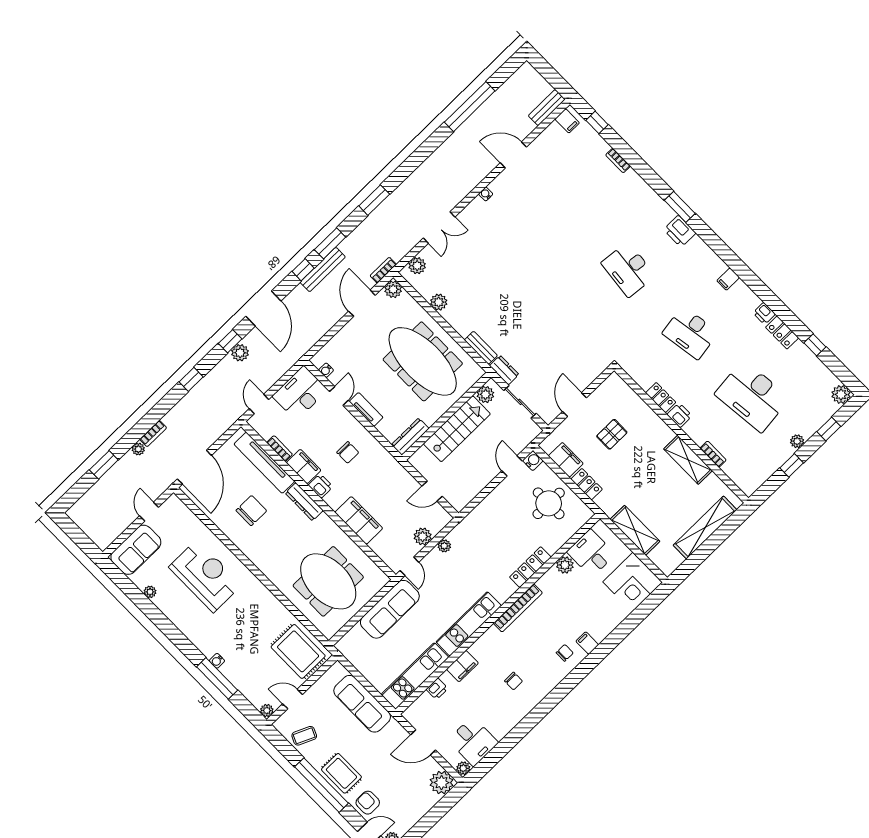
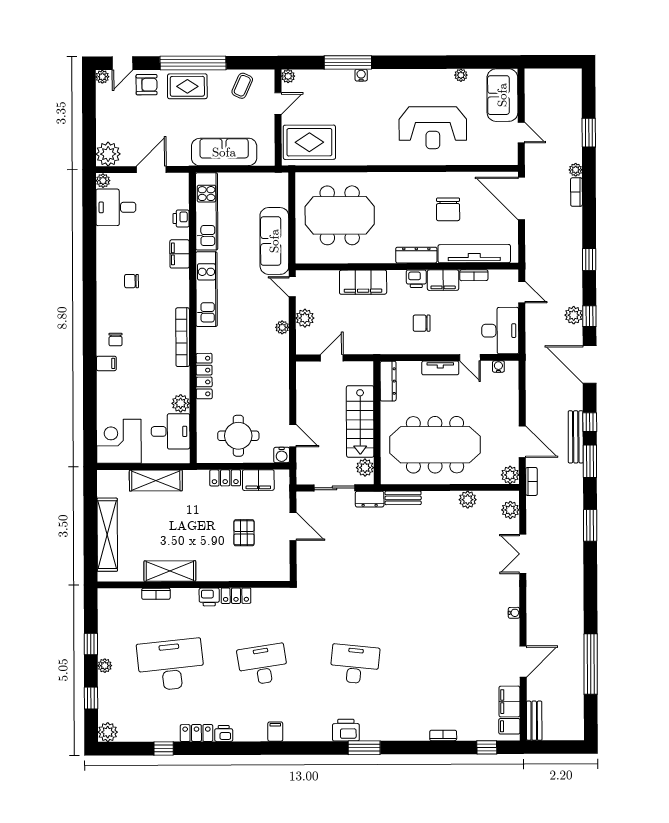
filing cabinet: (550, 138) -> (510, 702), added

